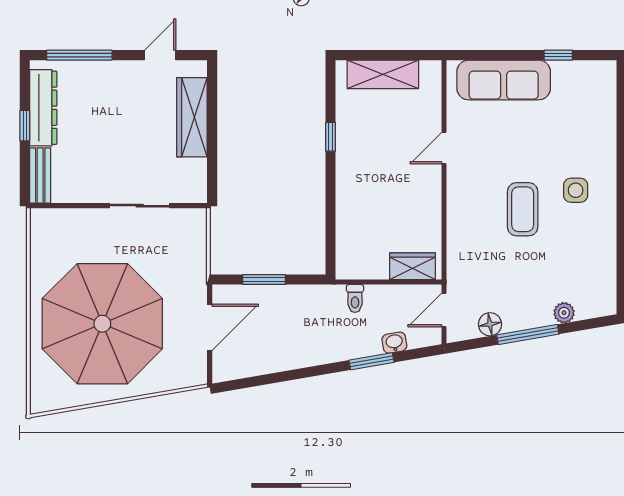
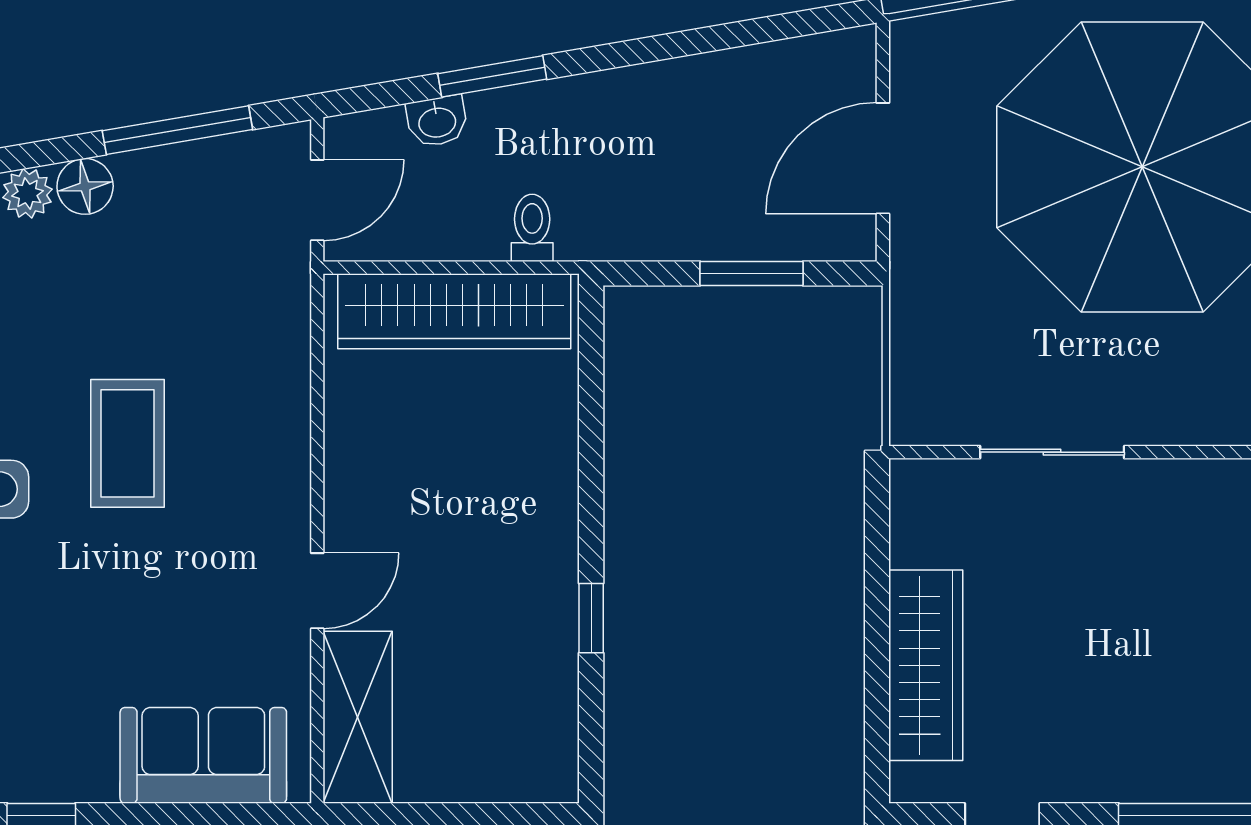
shelving: (383, 74) -> (358, 717), moved, turned 90
sofa: (504, 80) -> (203, 755), width x0.73
wardrobe: (412, 266) -> (454, 311), width x2.10, depth x1.17
floor lamp: (490, 324) -> (85, 186), moved
window: (528, 335) -> (177, 130), moved

